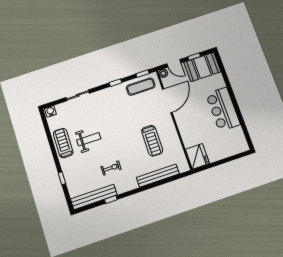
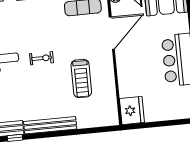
exercise bike: (111, 168) -> (42, 58), moved
bench: (158, 176) -> (50, 125), moved

